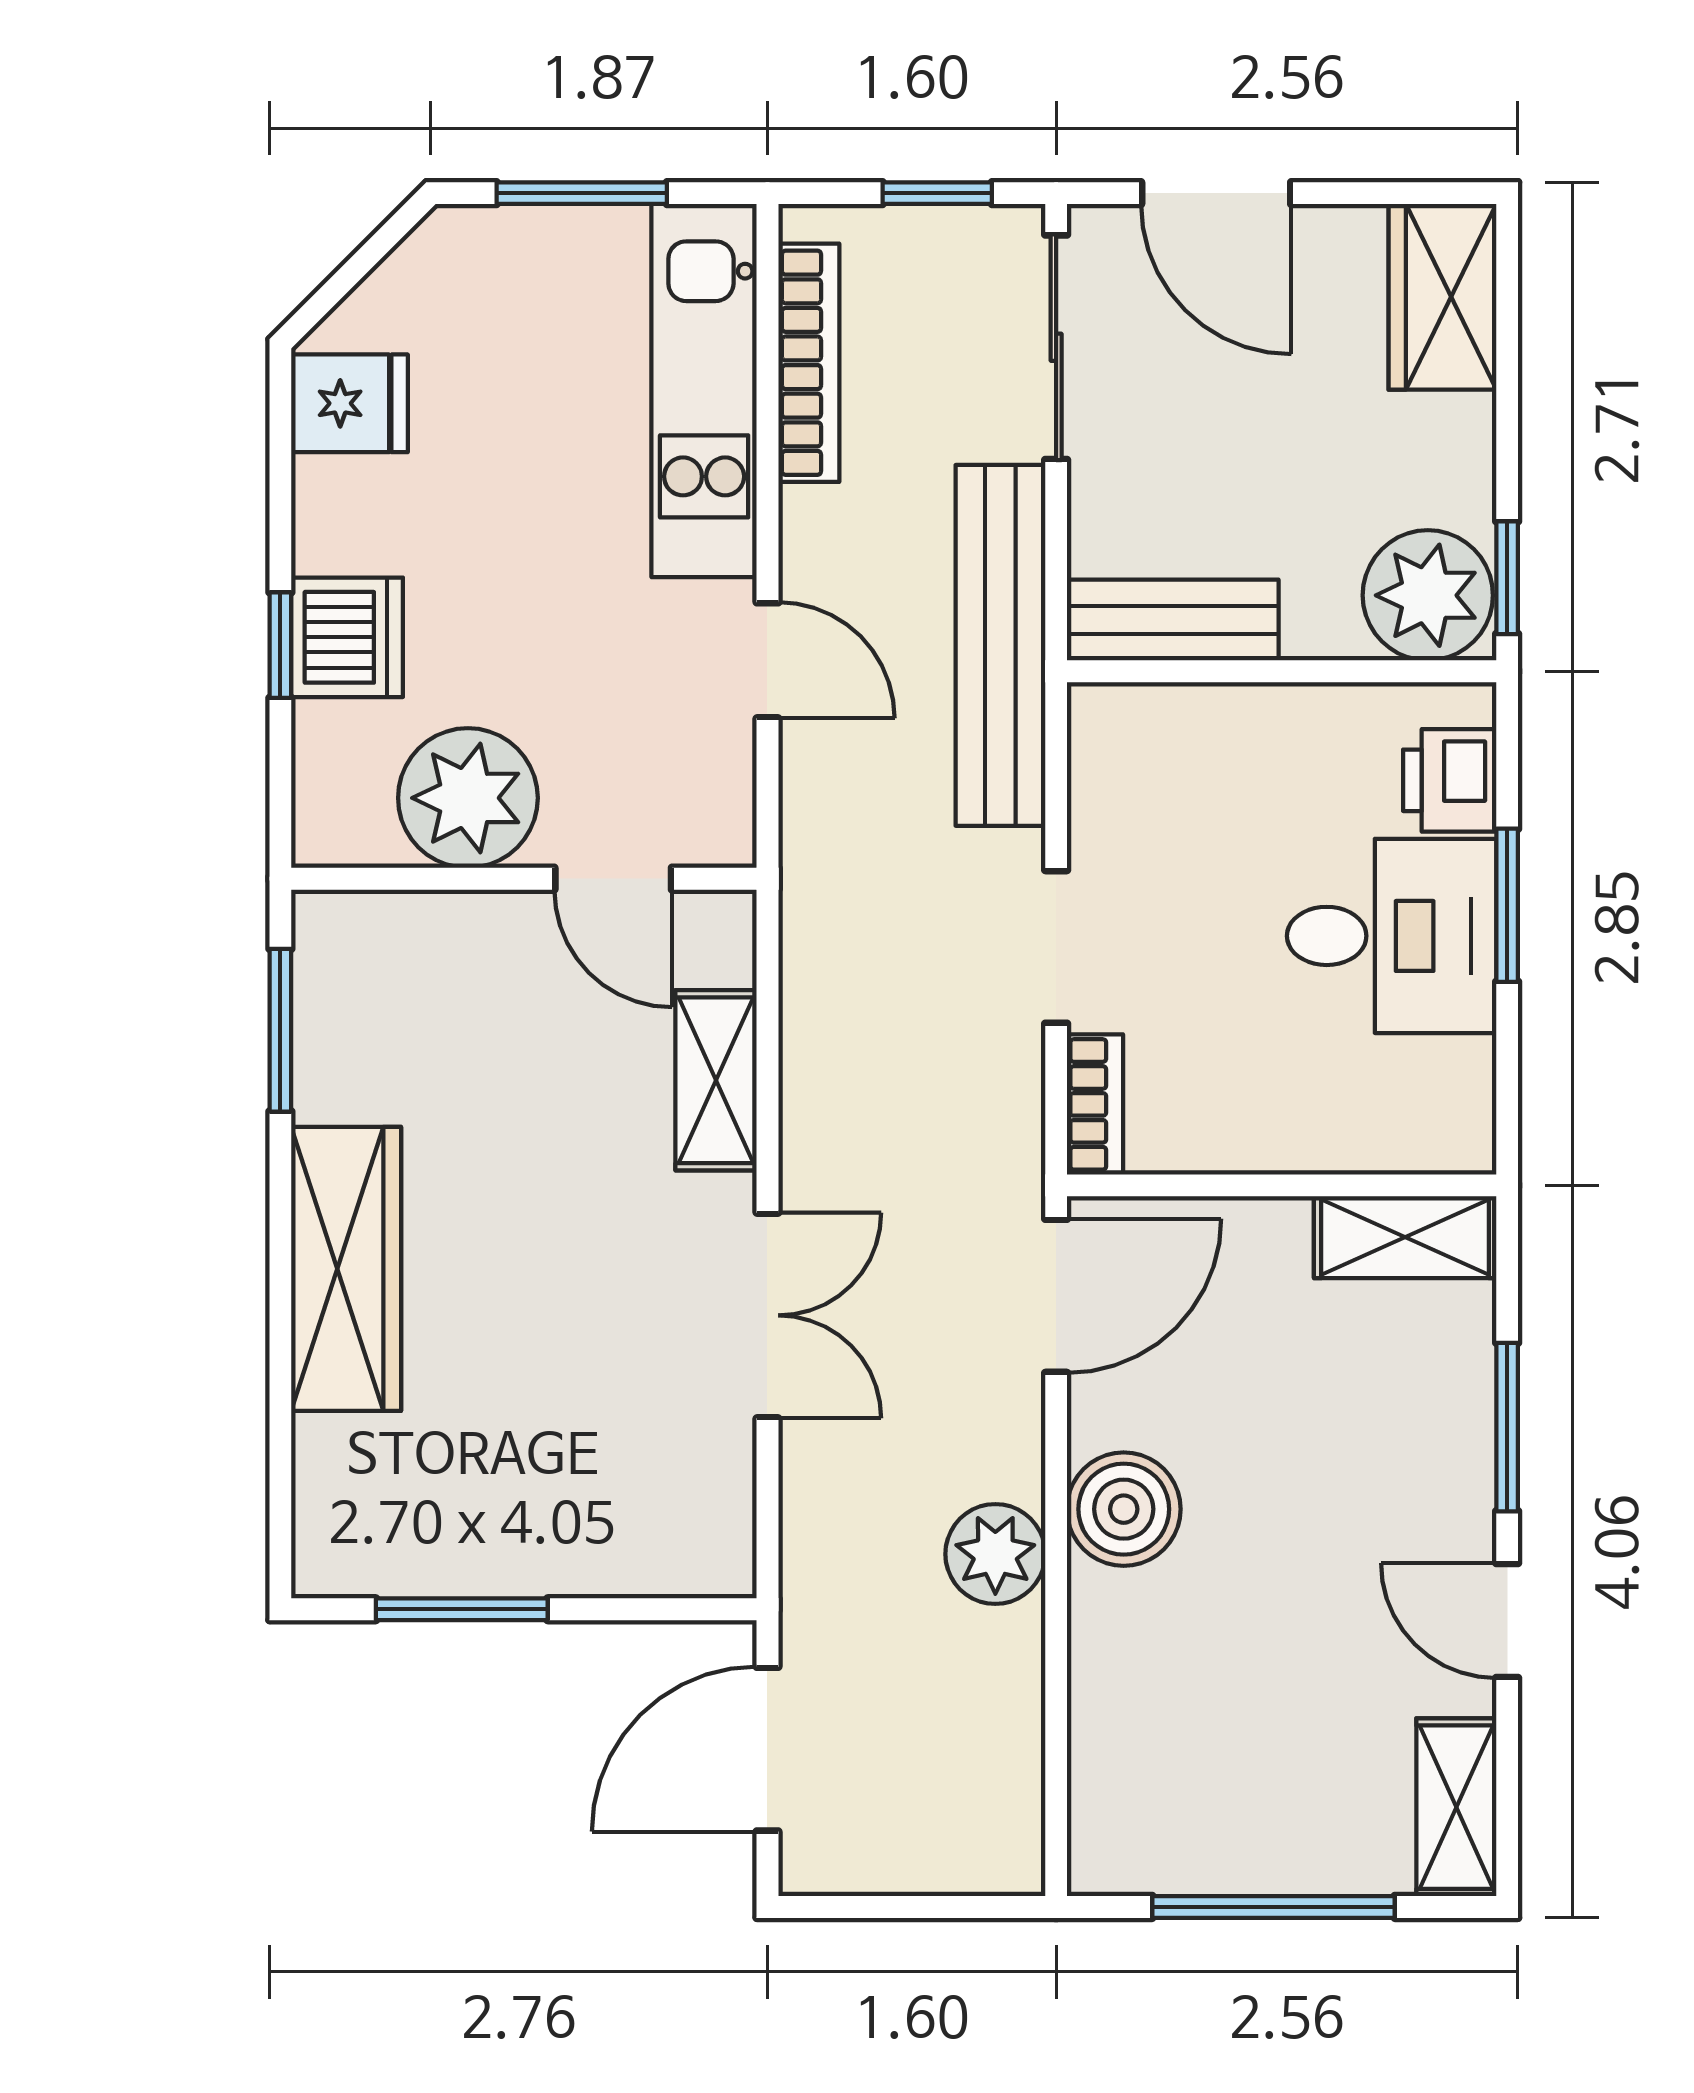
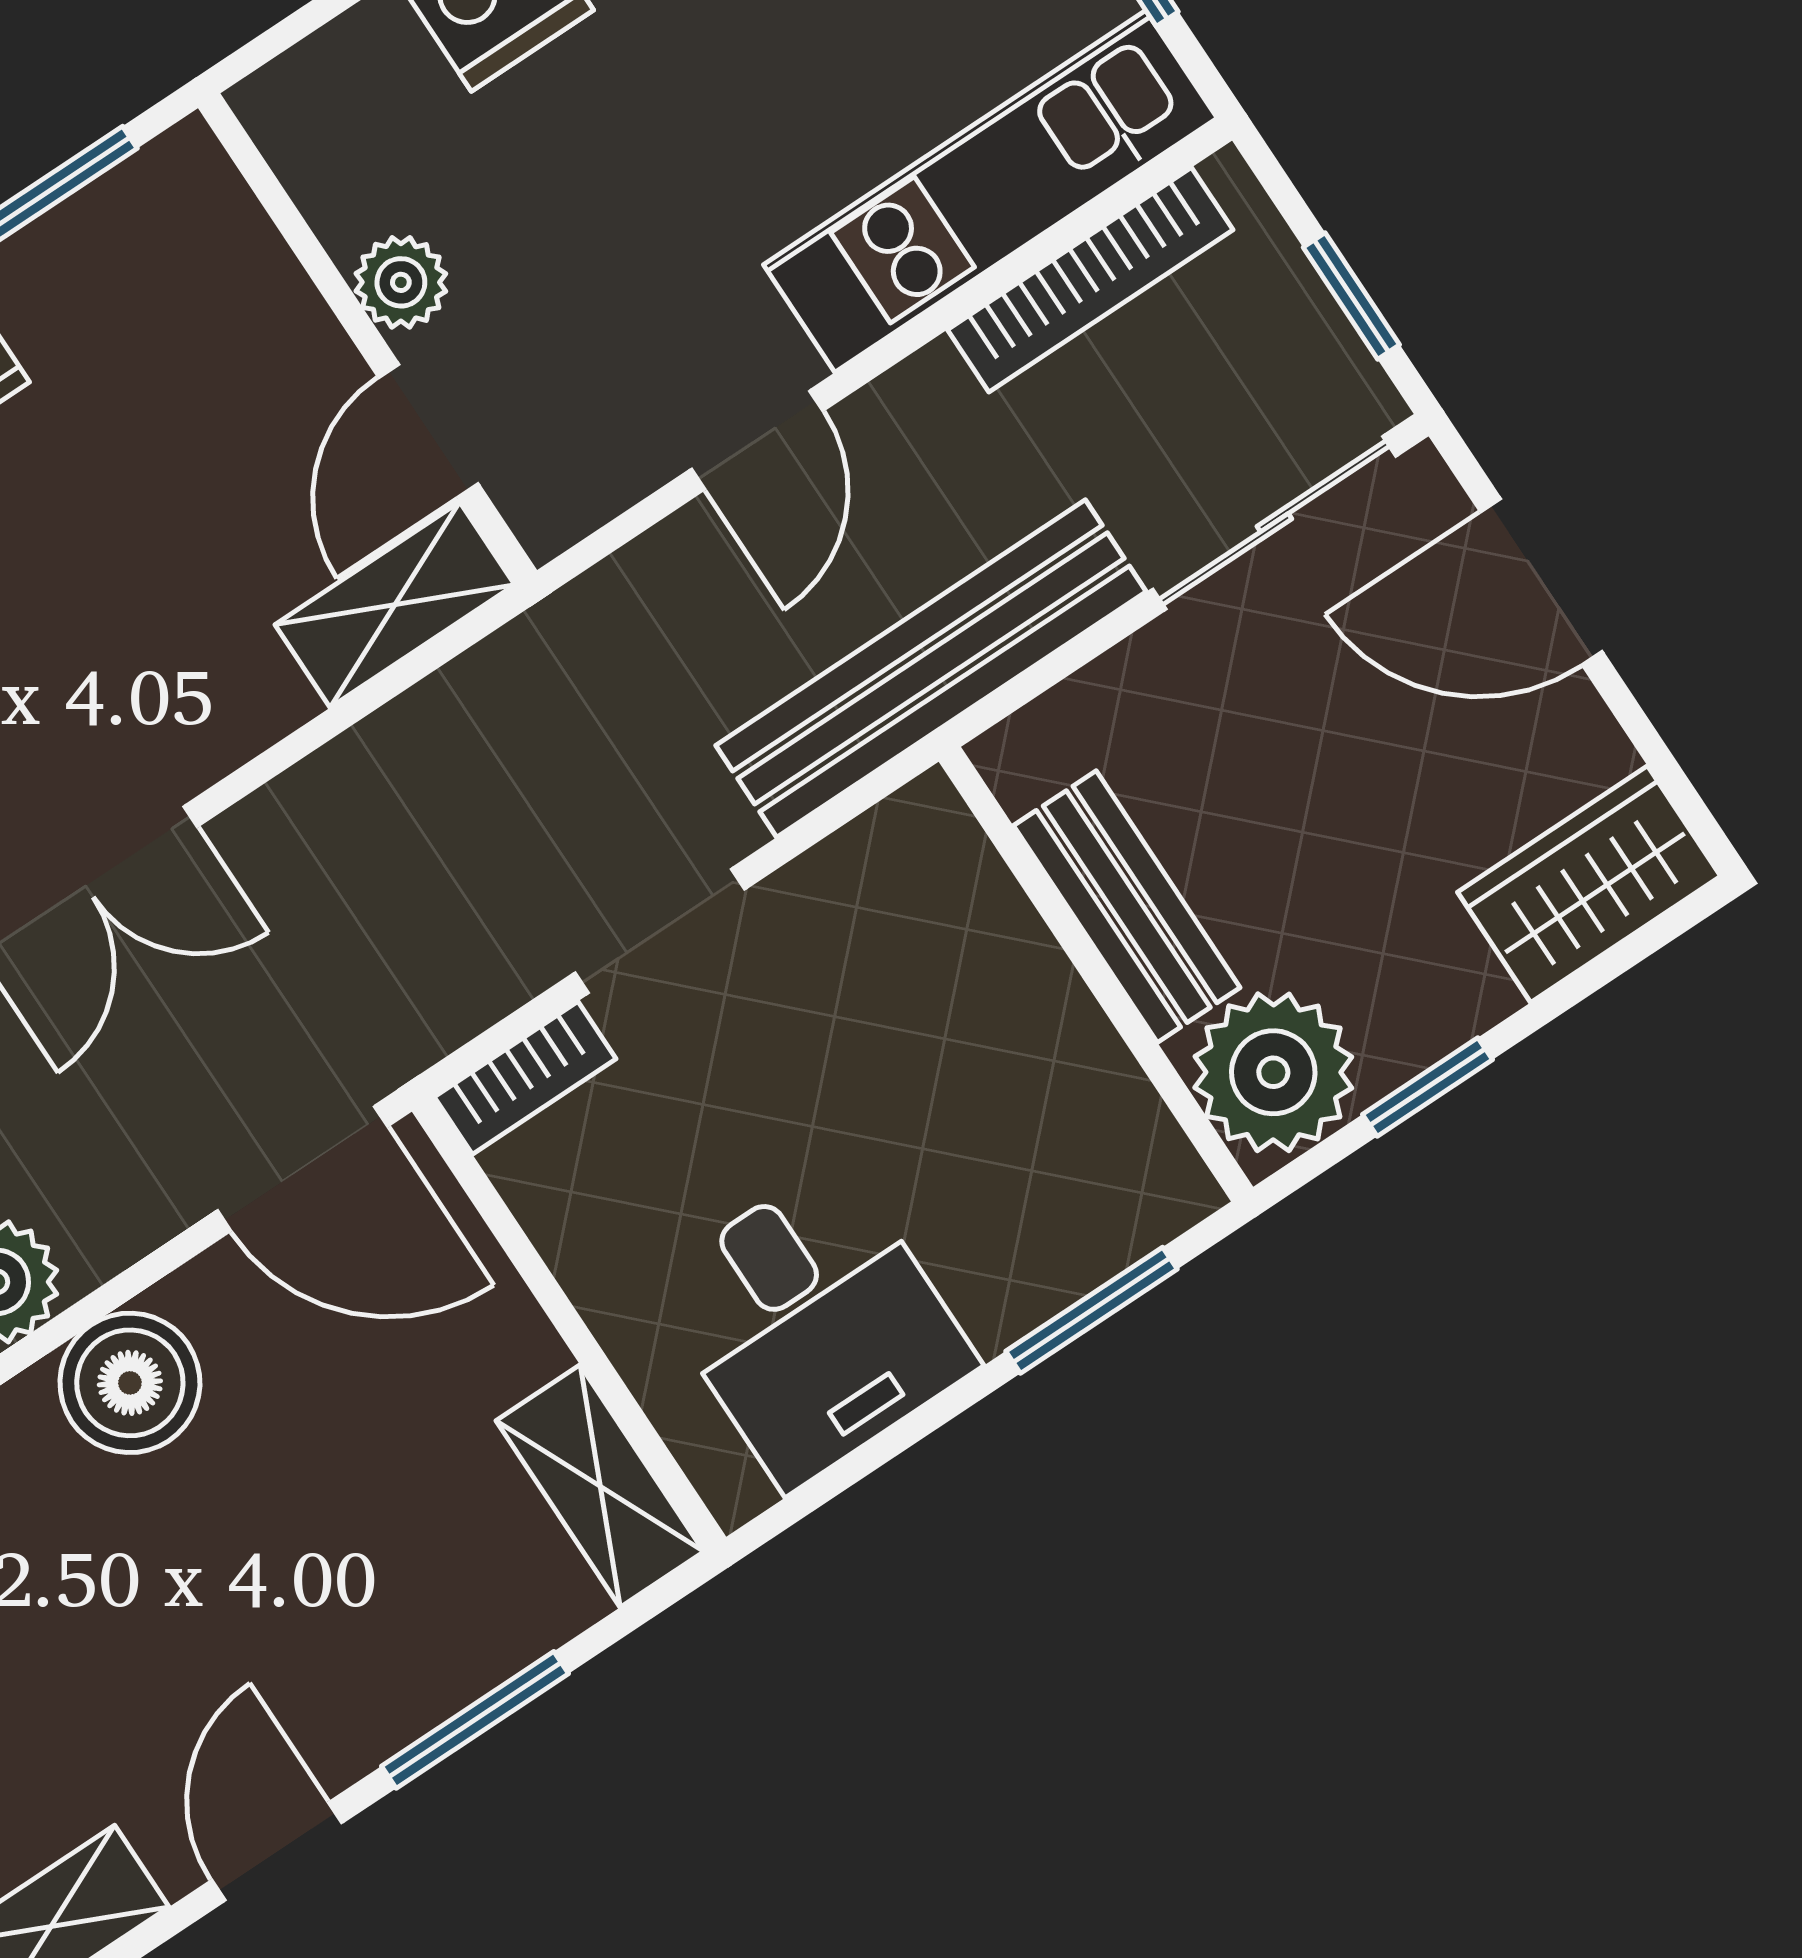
door: (1216, 193) -> (1541, 582), hinge flipped
window: (1507, 578) -> (1428, 1087), moved
bench: (1173, 620) -> (1127, 907), moved
printer: (1450, 780) -> (1099, 1221), removed
plant: (468, 798) -> (401, 282), width x0.53, depth x0.53
window: (1507, 905) -> (1092, 1310), moved
desk: (1392, 936) -> (813, 1324), moved
shelving: (716, 1080) -> (395, 605), moved

